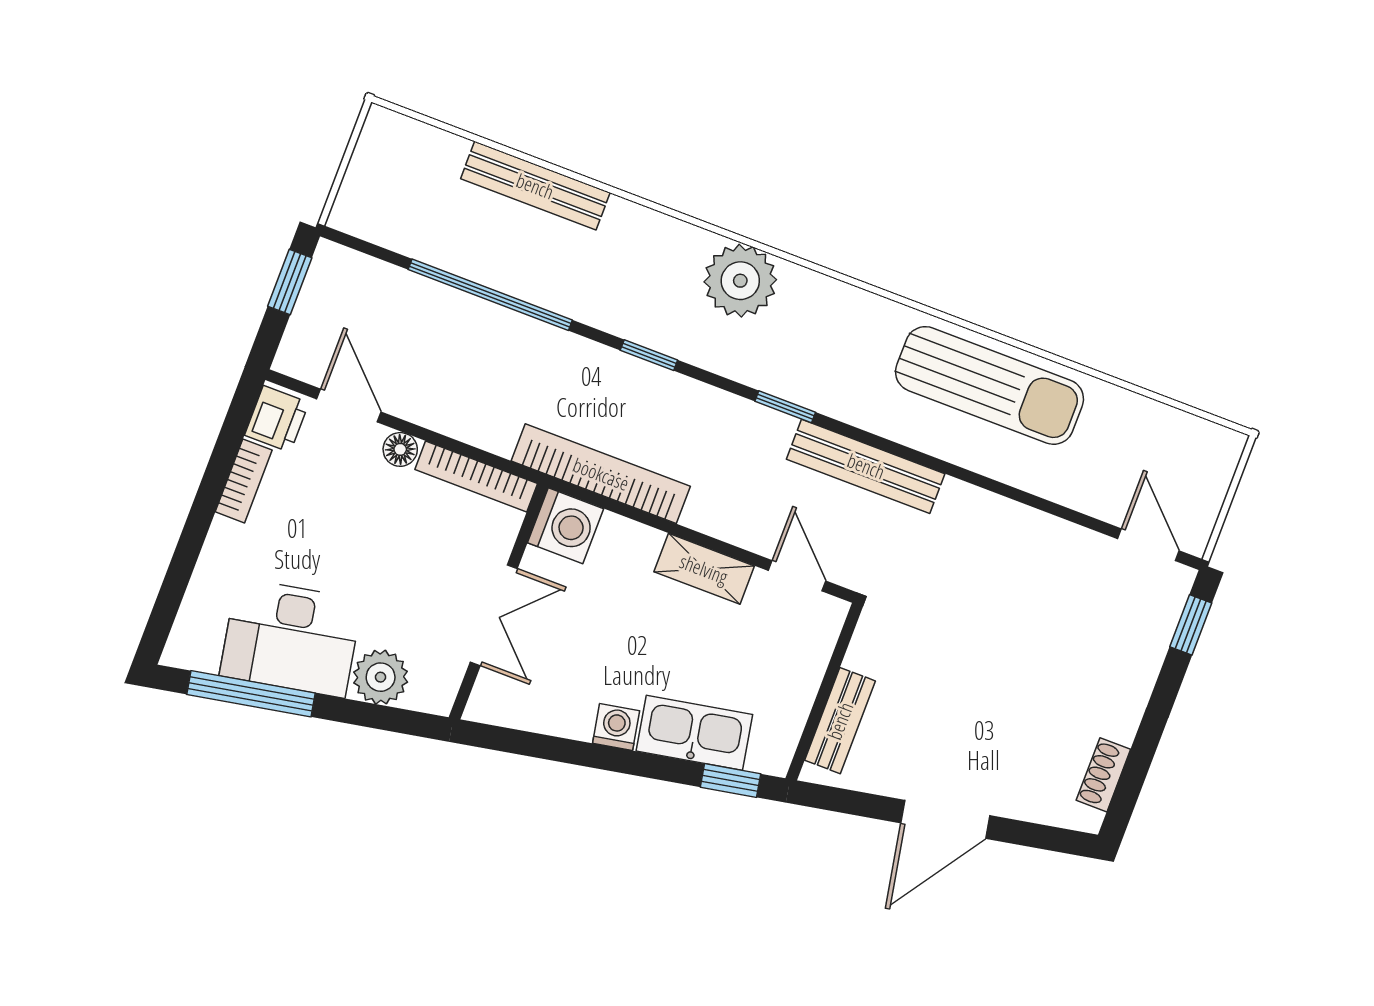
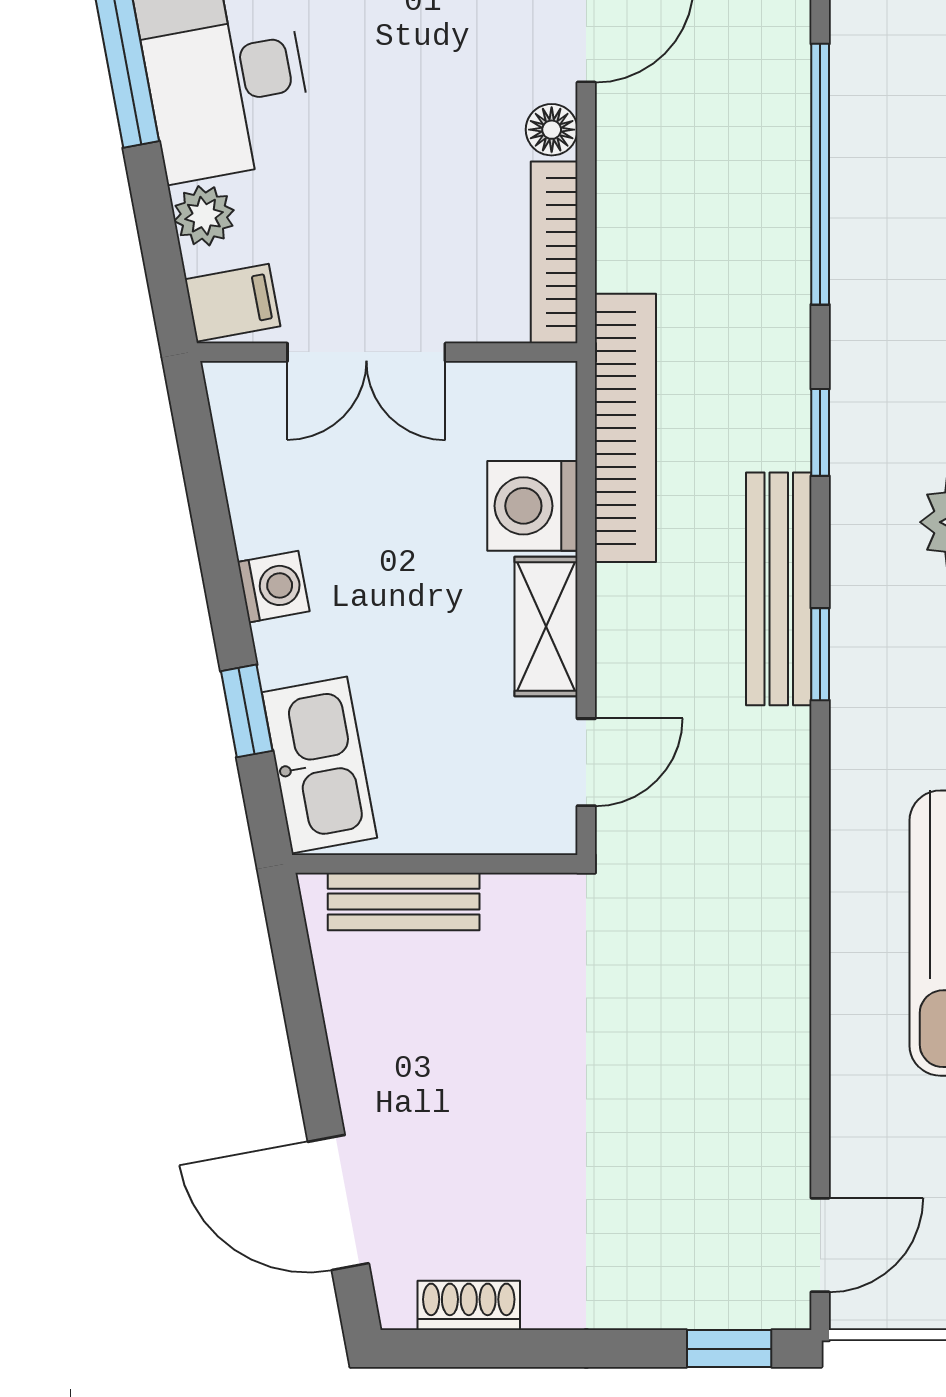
bench: (866, 466) -> (779, 589), moved
washing machine: (566, 526) -> (532, 506), moved, turned 90
plant: (381, 677) -> (204, 216), width x0.73, depth x0.73
filing cabinet: (432, 686) -> (233, 303), added
kitchen sink: (694, 733) -> (319, 765), moved
window: (730, 780) -> (247, 711), moved
door: (945, 819) -> (338, 1203), moved

